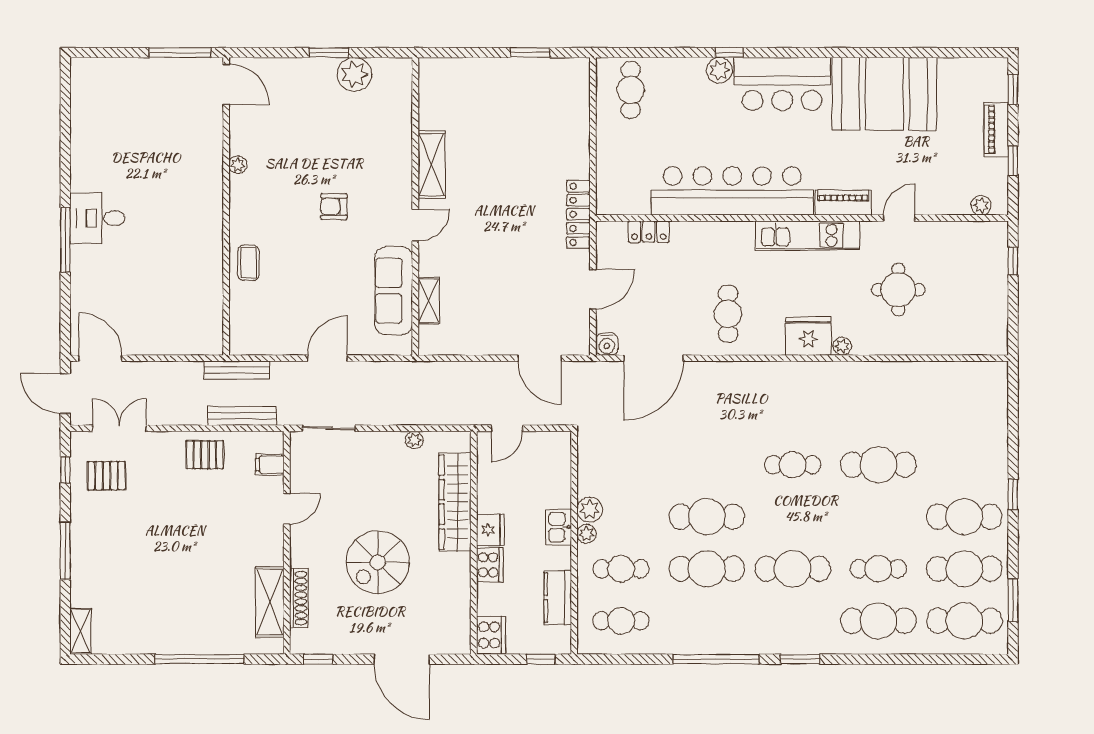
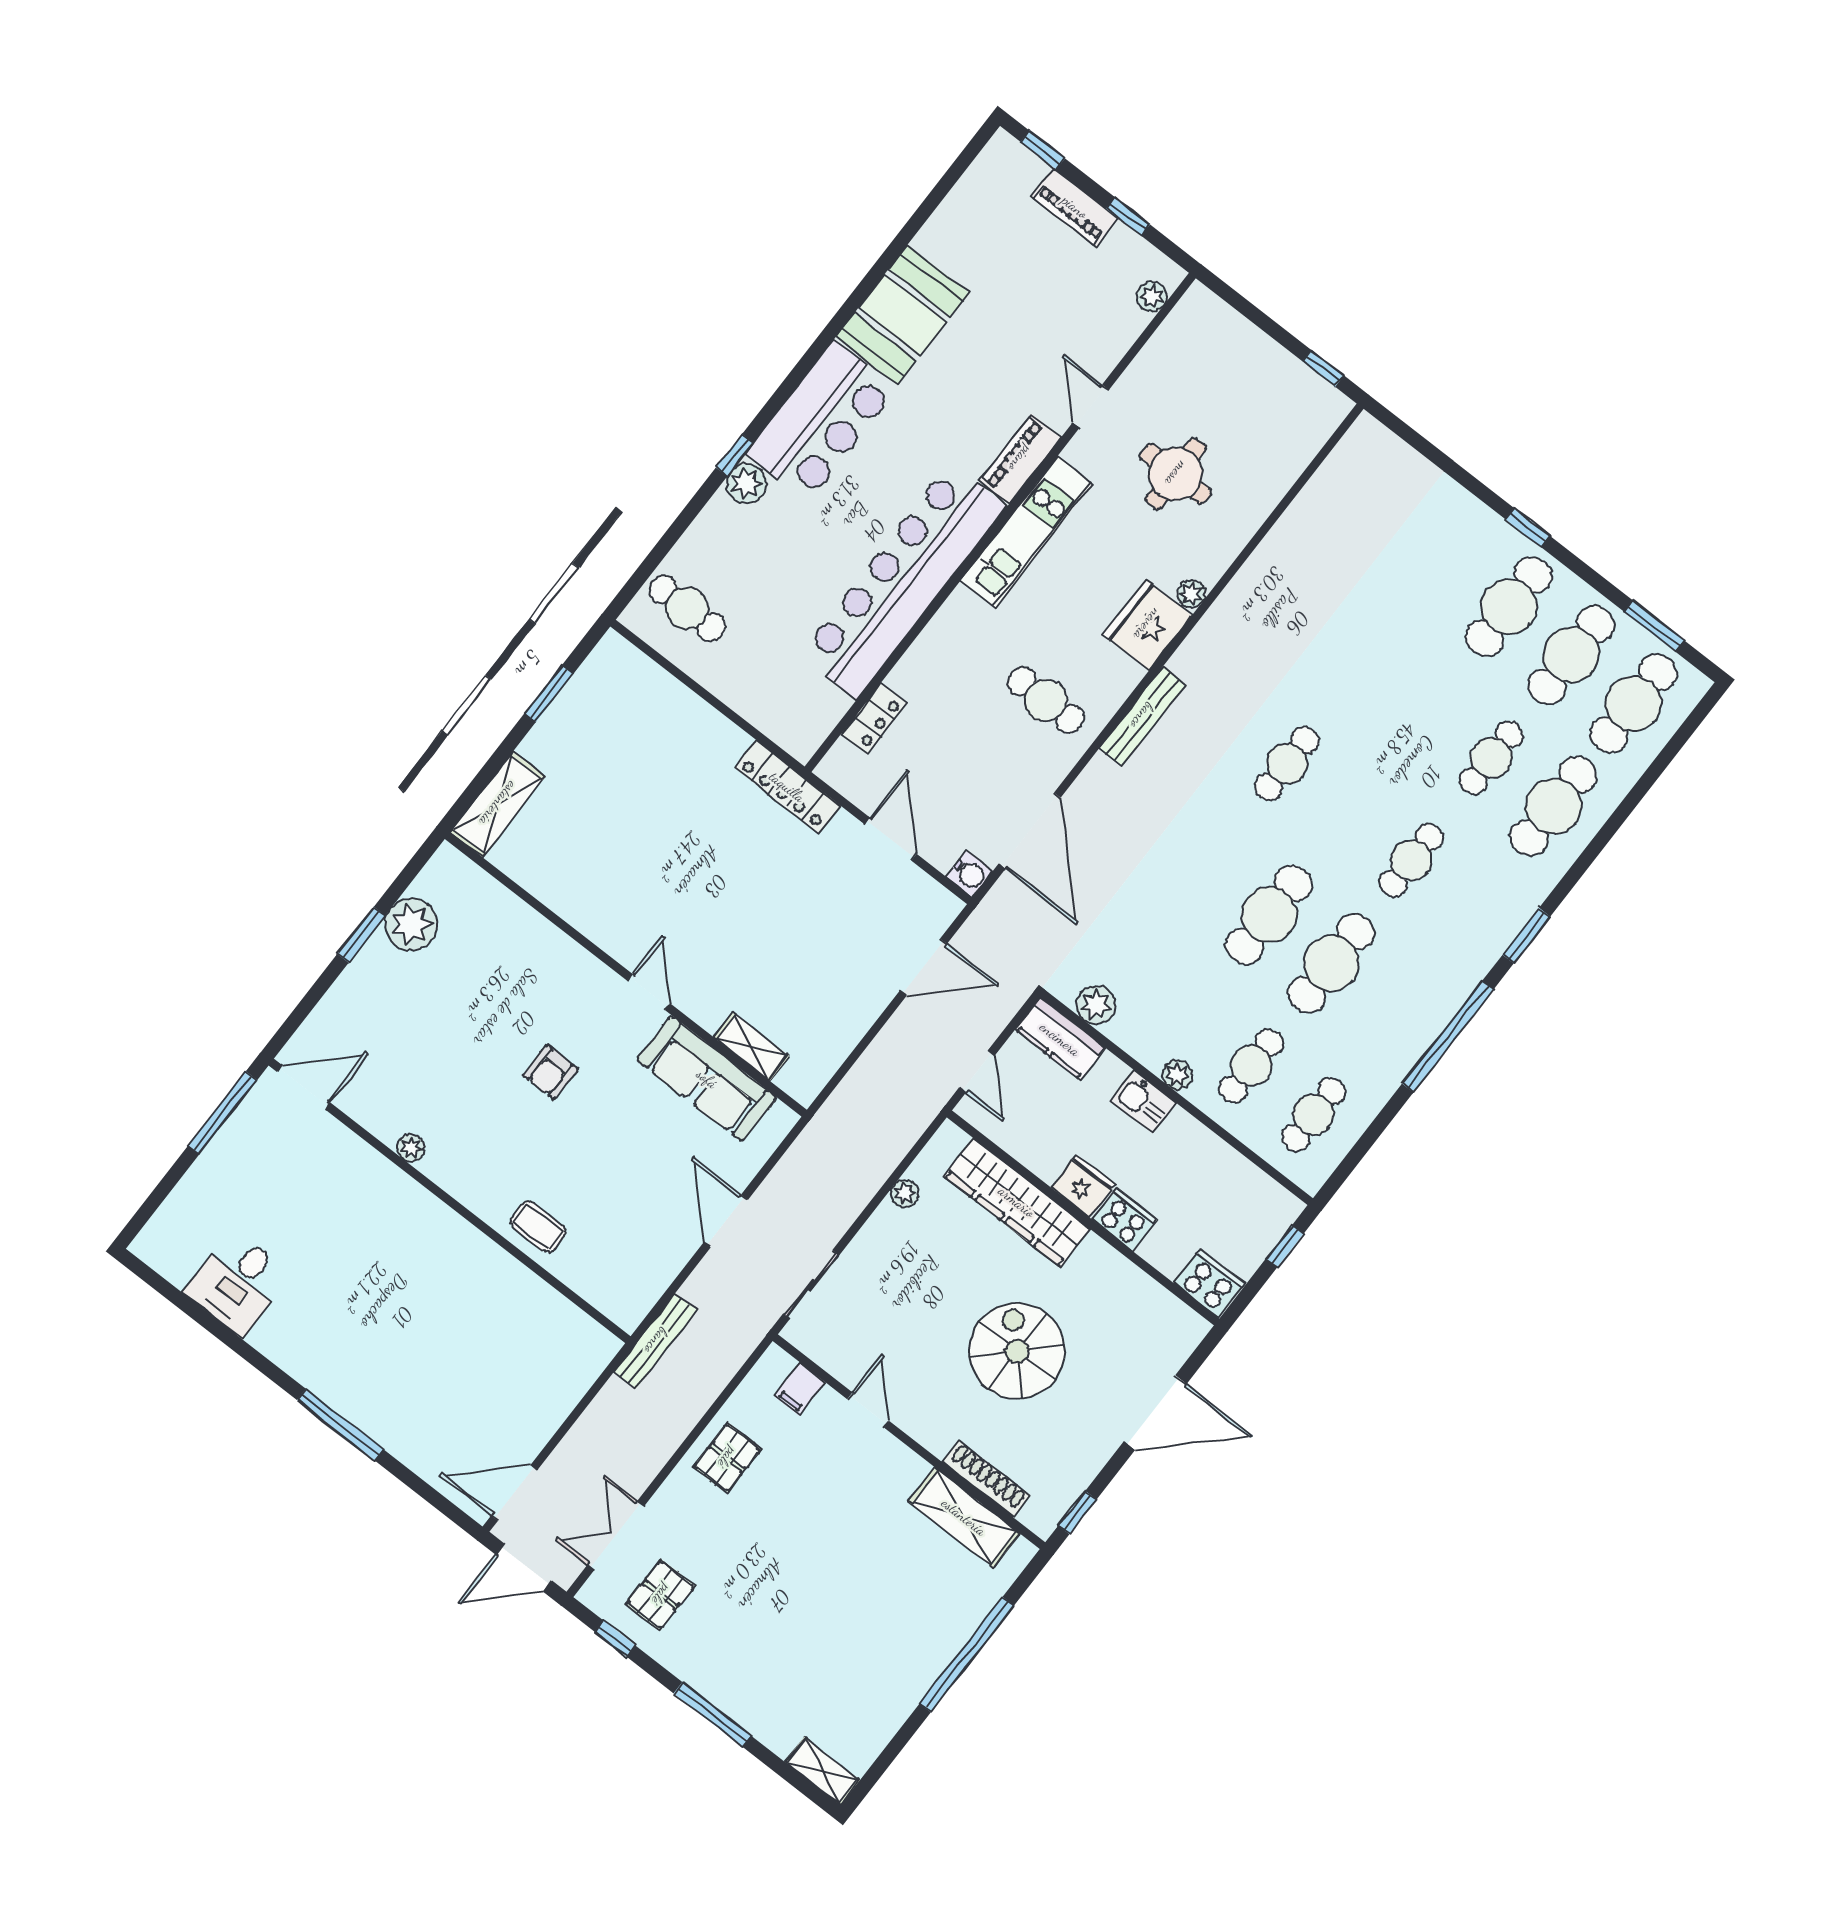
booth: (884, 94) -> (902, 315), width x0.73, depth x0.70
shelving: (432, 165) -> (498, 804), moved, turned 90
desk: (97, 218) -> (238, 1283), moved
window: (1013, 261) -> (1323, 368), moved
bench: (242, 416) -> (1142, 716), moved
cafe table: (878, 465) -> (1367, 661), removed
plant: (590, 510) -> (1096, 1005), moved
spiral stairs: (378, 562) -> (1017, 1351), turned 180
cafe table: (793, 569) -> (1411, 860), width x0.73, depth x0.74
kitchen counter: (558, 598) -> (1060, 1039), moved

